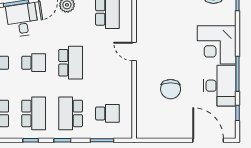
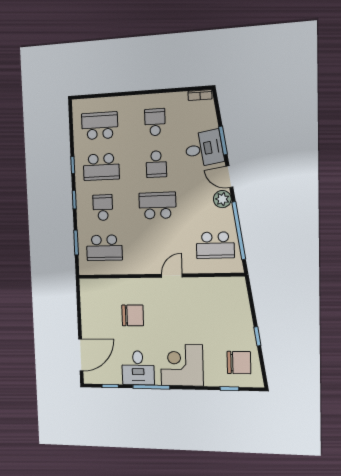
school desk: (71, 63) -> (158, 206), turned 180
desk: (220, 86) -> (138, 368), width x0.73
chair: (171, 89) -> (133, 315), turned 180
school desk: (71, 113) -> (103, 208), width x0.54
school desk: (107, 113) -> (104, 248), width x1.85

